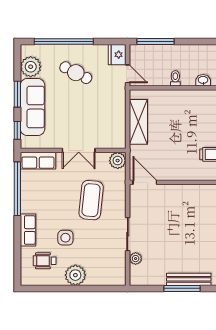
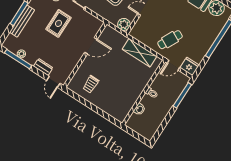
cafe table: (76, 73) -> (170, 40), moved
door: (145, 182) -> (91, 46), moved
rug: (165, 236) -> (58, 23), added

